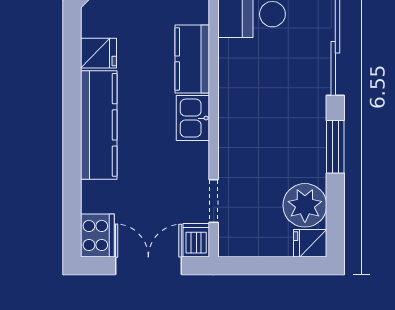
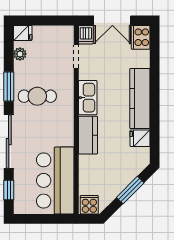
kitchen sink: (193, 118) -> (88, 98), width x1.38
cafe table: (284, 129) -> (37, 96), added
plant: (305, 205) -> (20, 54), width x0.53, depth x0.53

